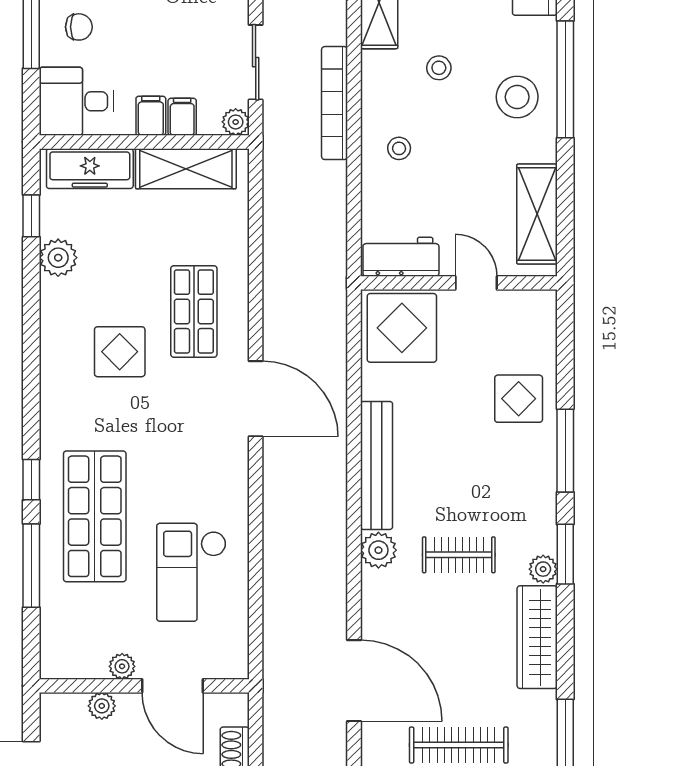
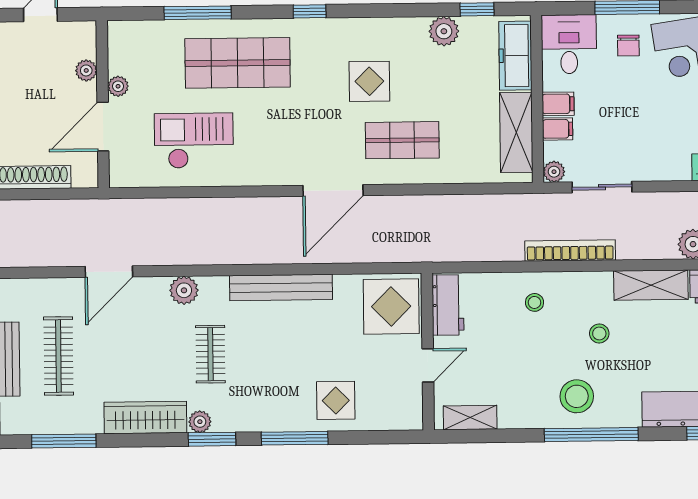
shelving: (537, 214) -> (470, 418), width x0.67, depth x0.75
window: (31, 480) -> (310, 11), moved
plant: (378, 550) -> (184, 290), moved
door: (354, 681) -> (109, 272), width x0.73

